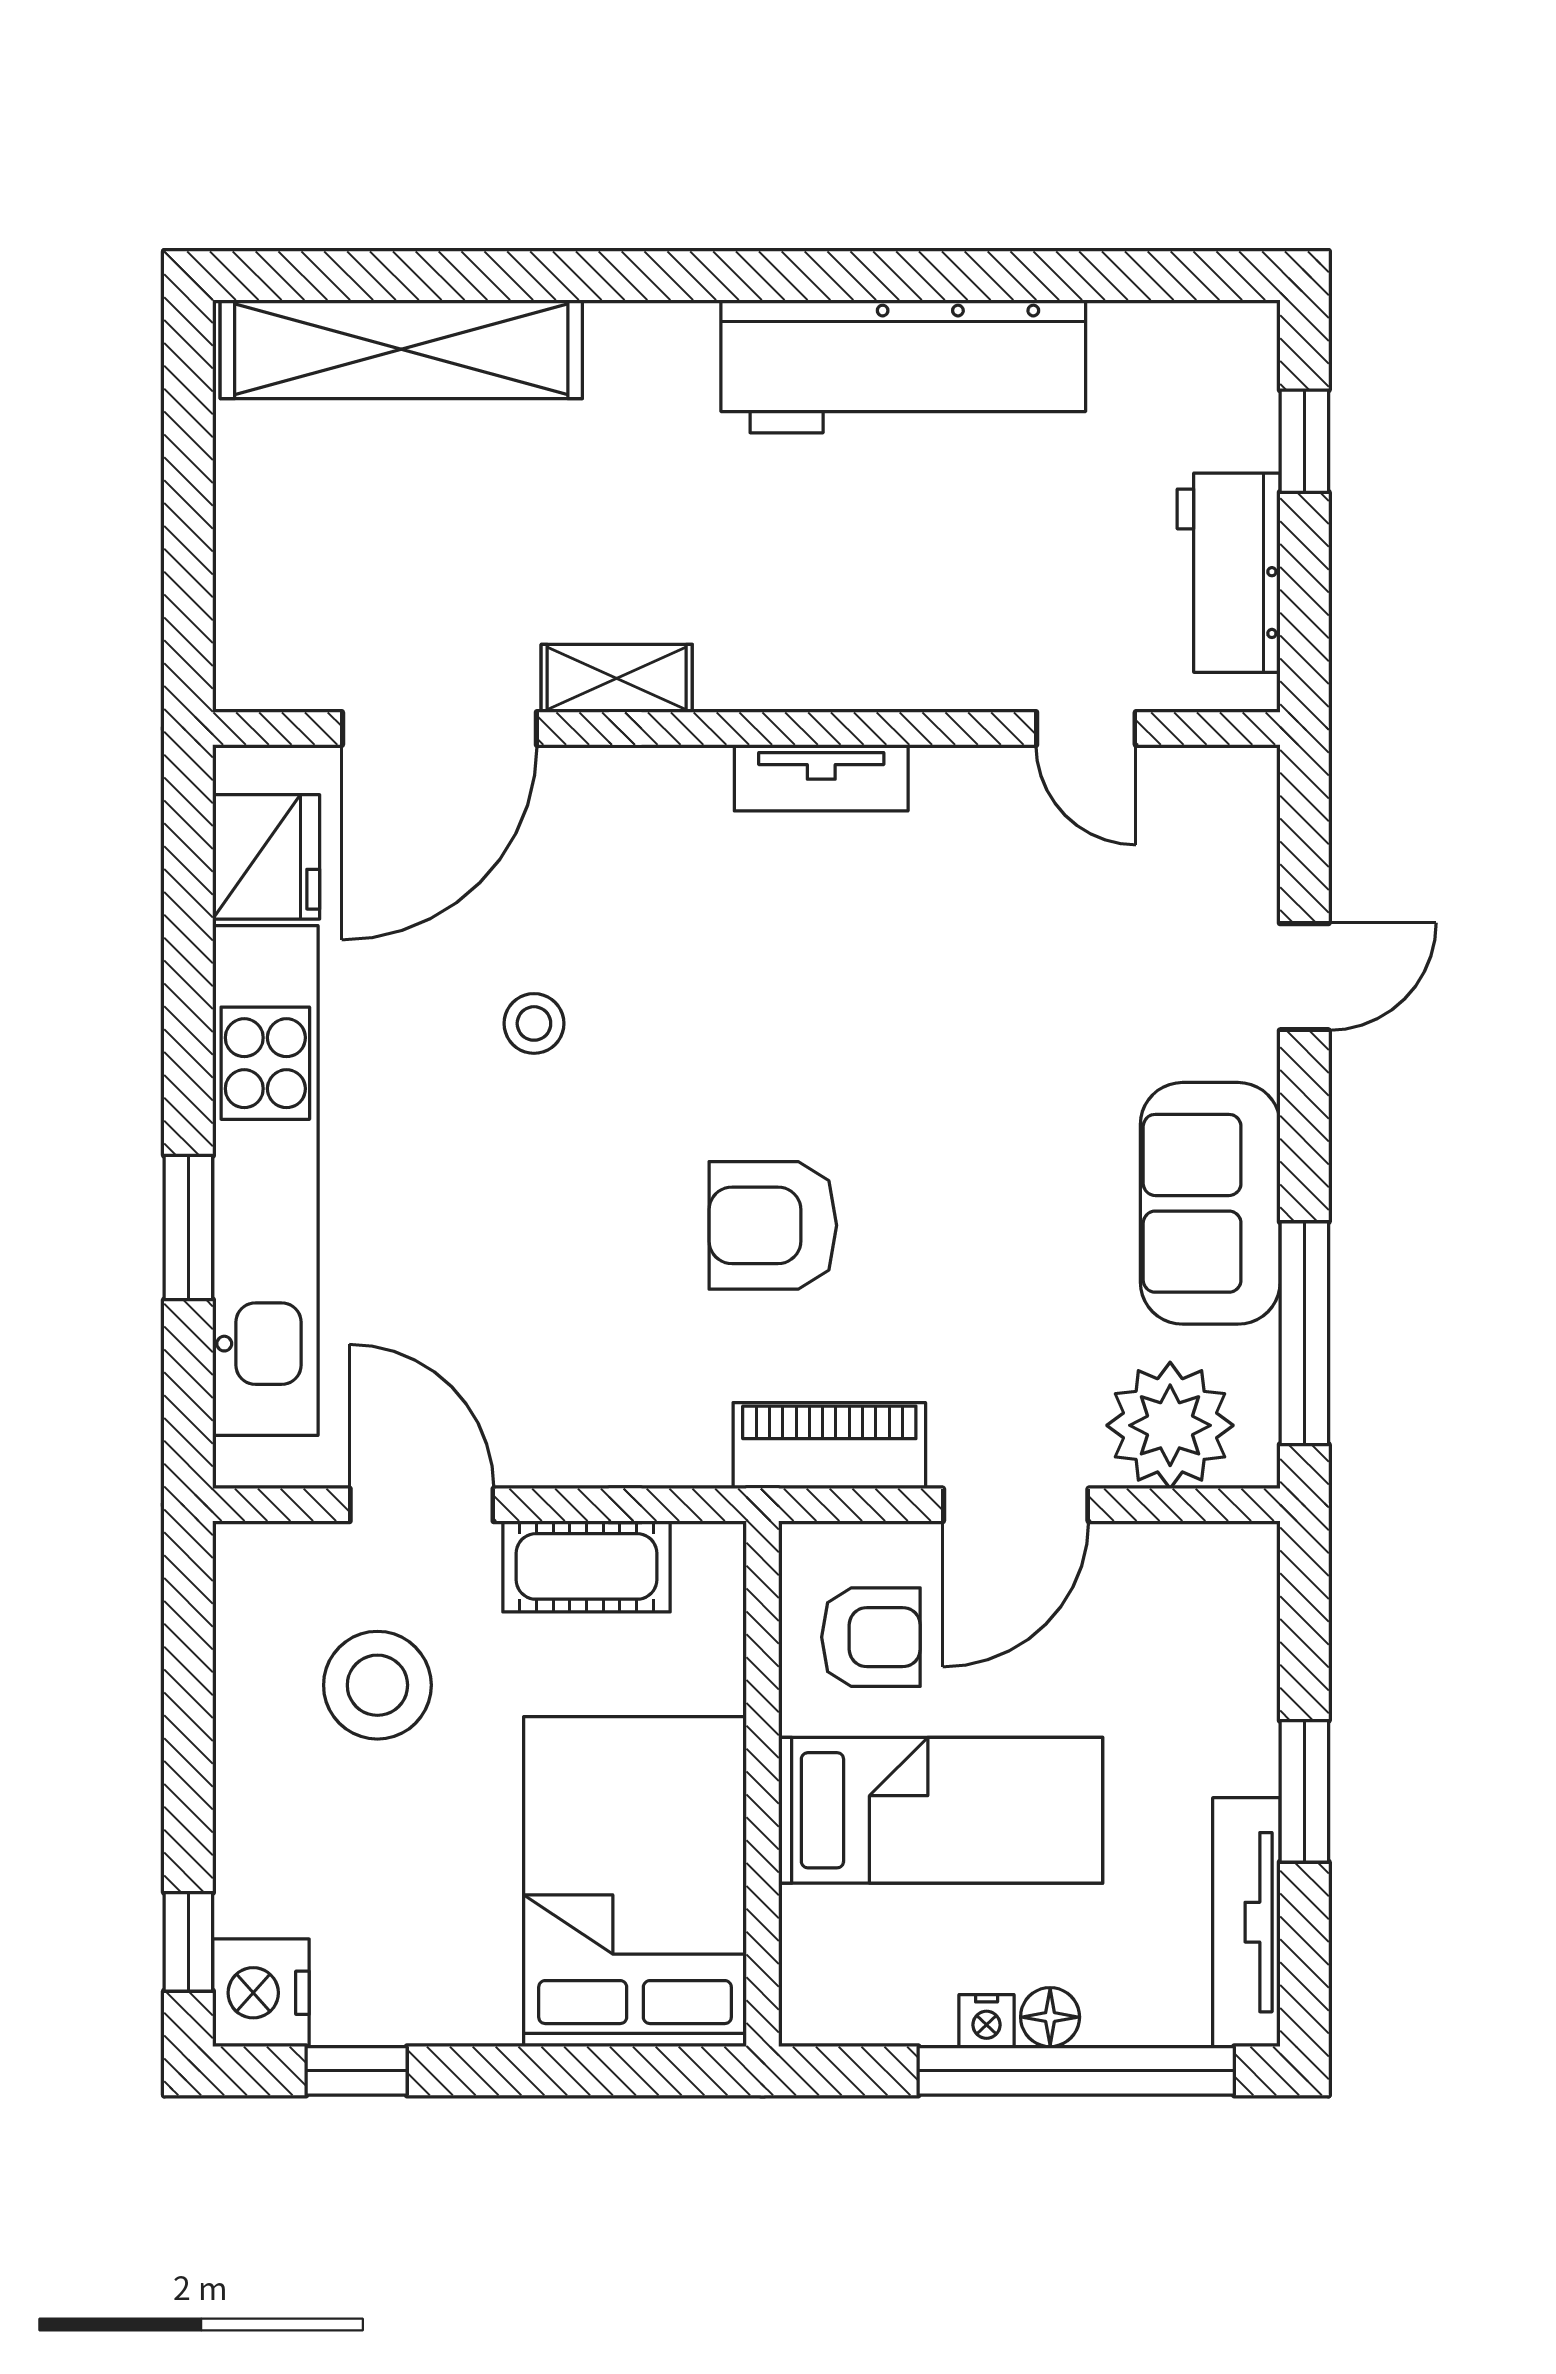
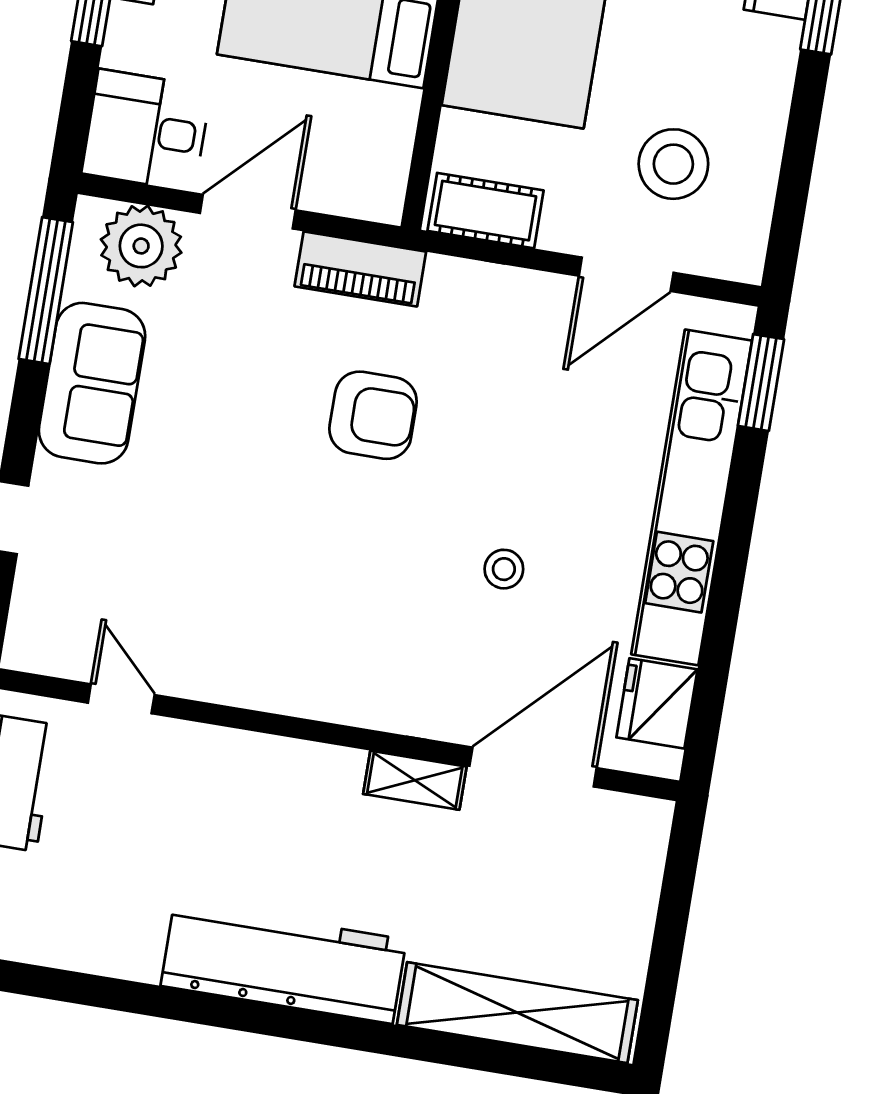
workbench: (903, 366) -> (284, 963), moved
tv unit: (821, 778) -> (295, 695), removed
window: (188, 1228) -> (761, 383), moved
door: (422, 1505) -> (626, 274), hinge flipped
cot: (586, 1566) -> (486, 211), moved
desk: (1191, 1603) -> (146, 130), added
armchair: (871, 1637) -> (354, 143), removed

